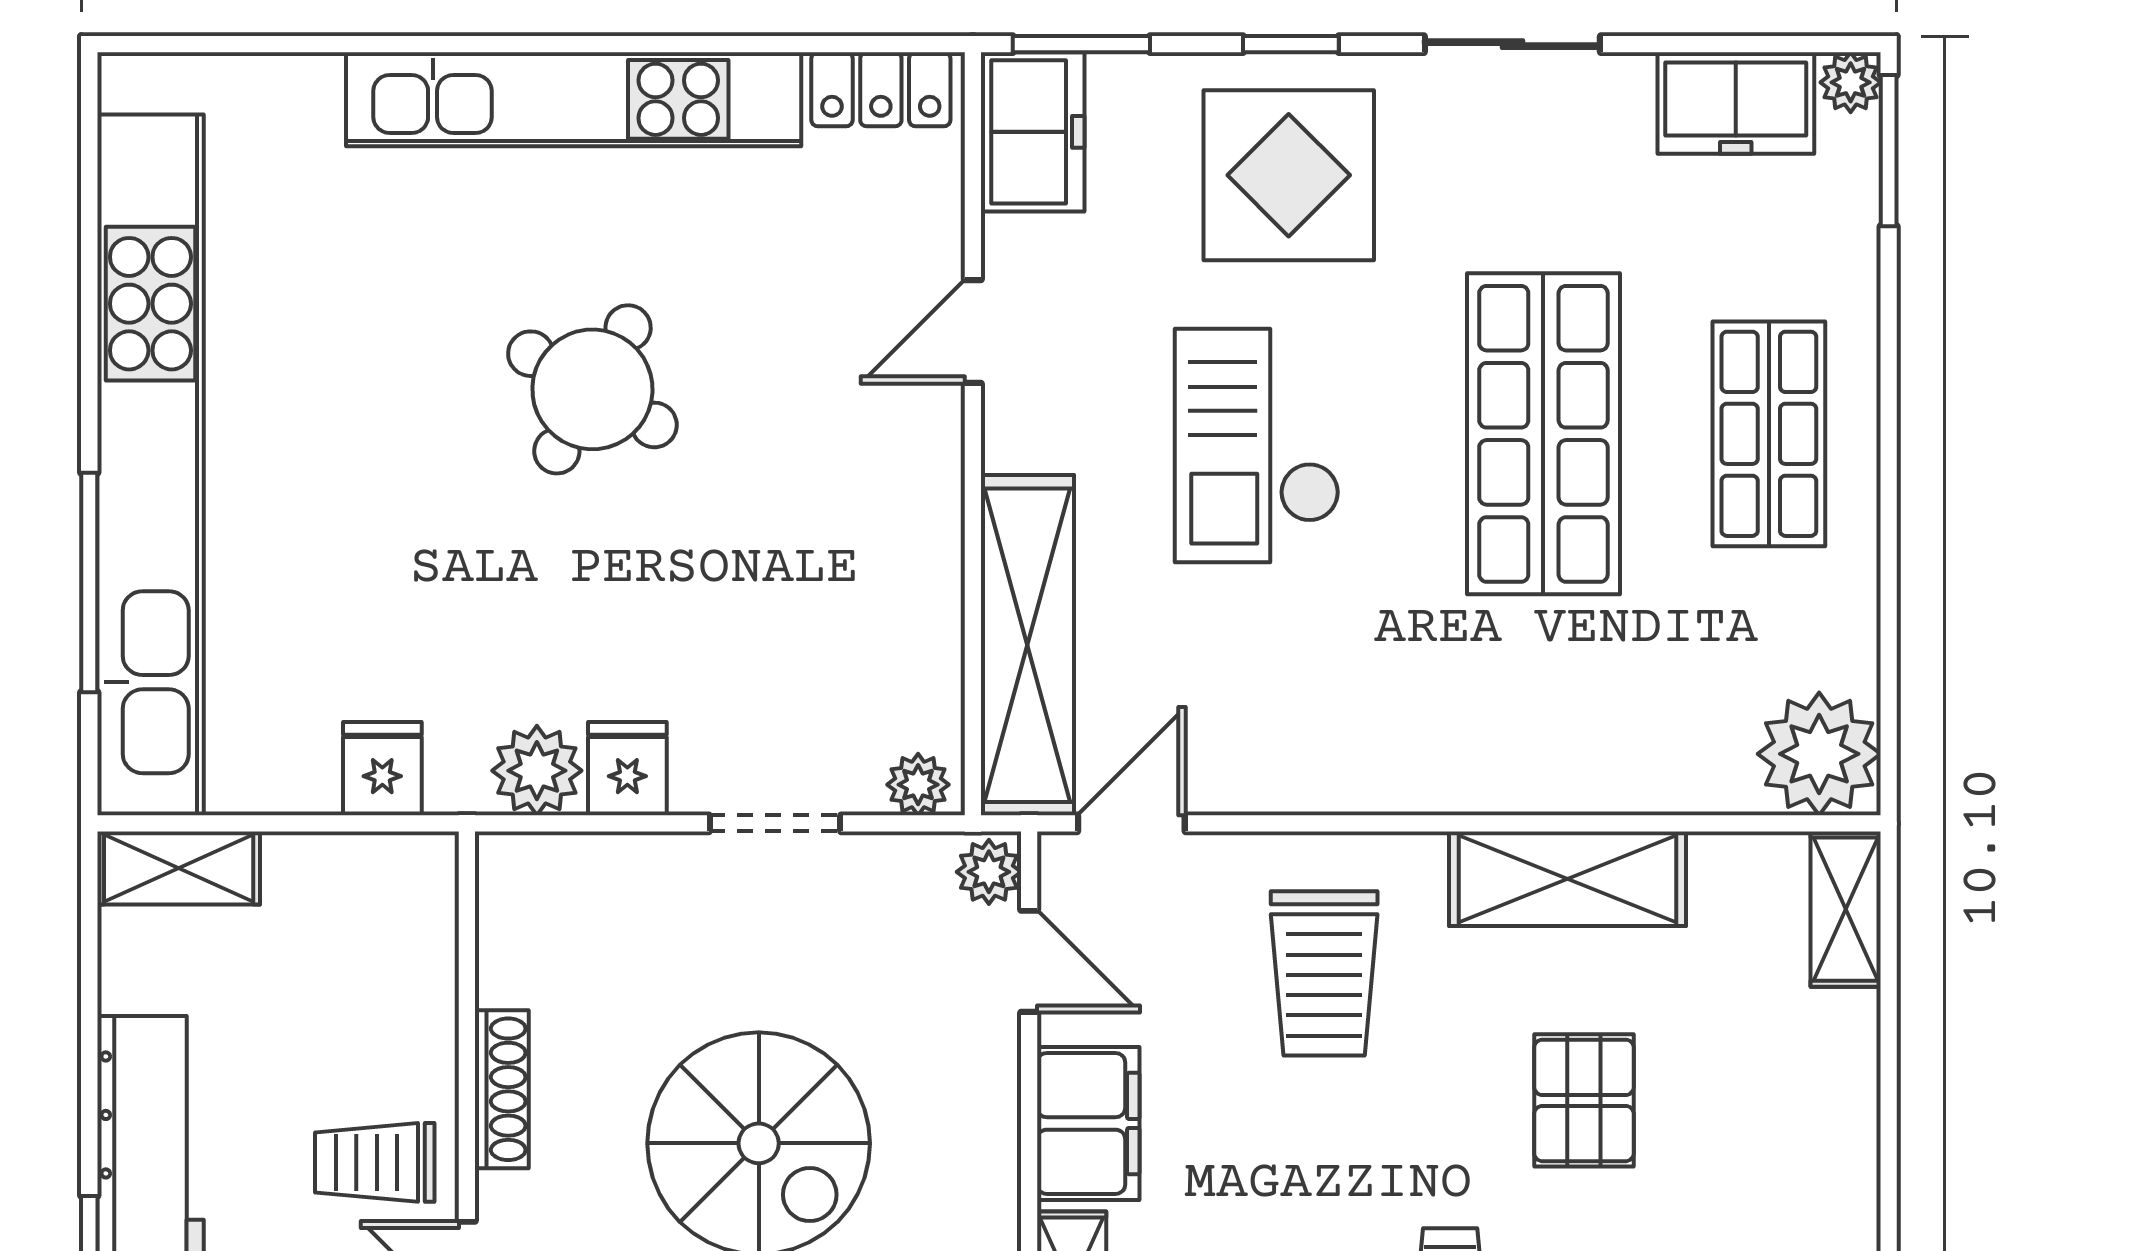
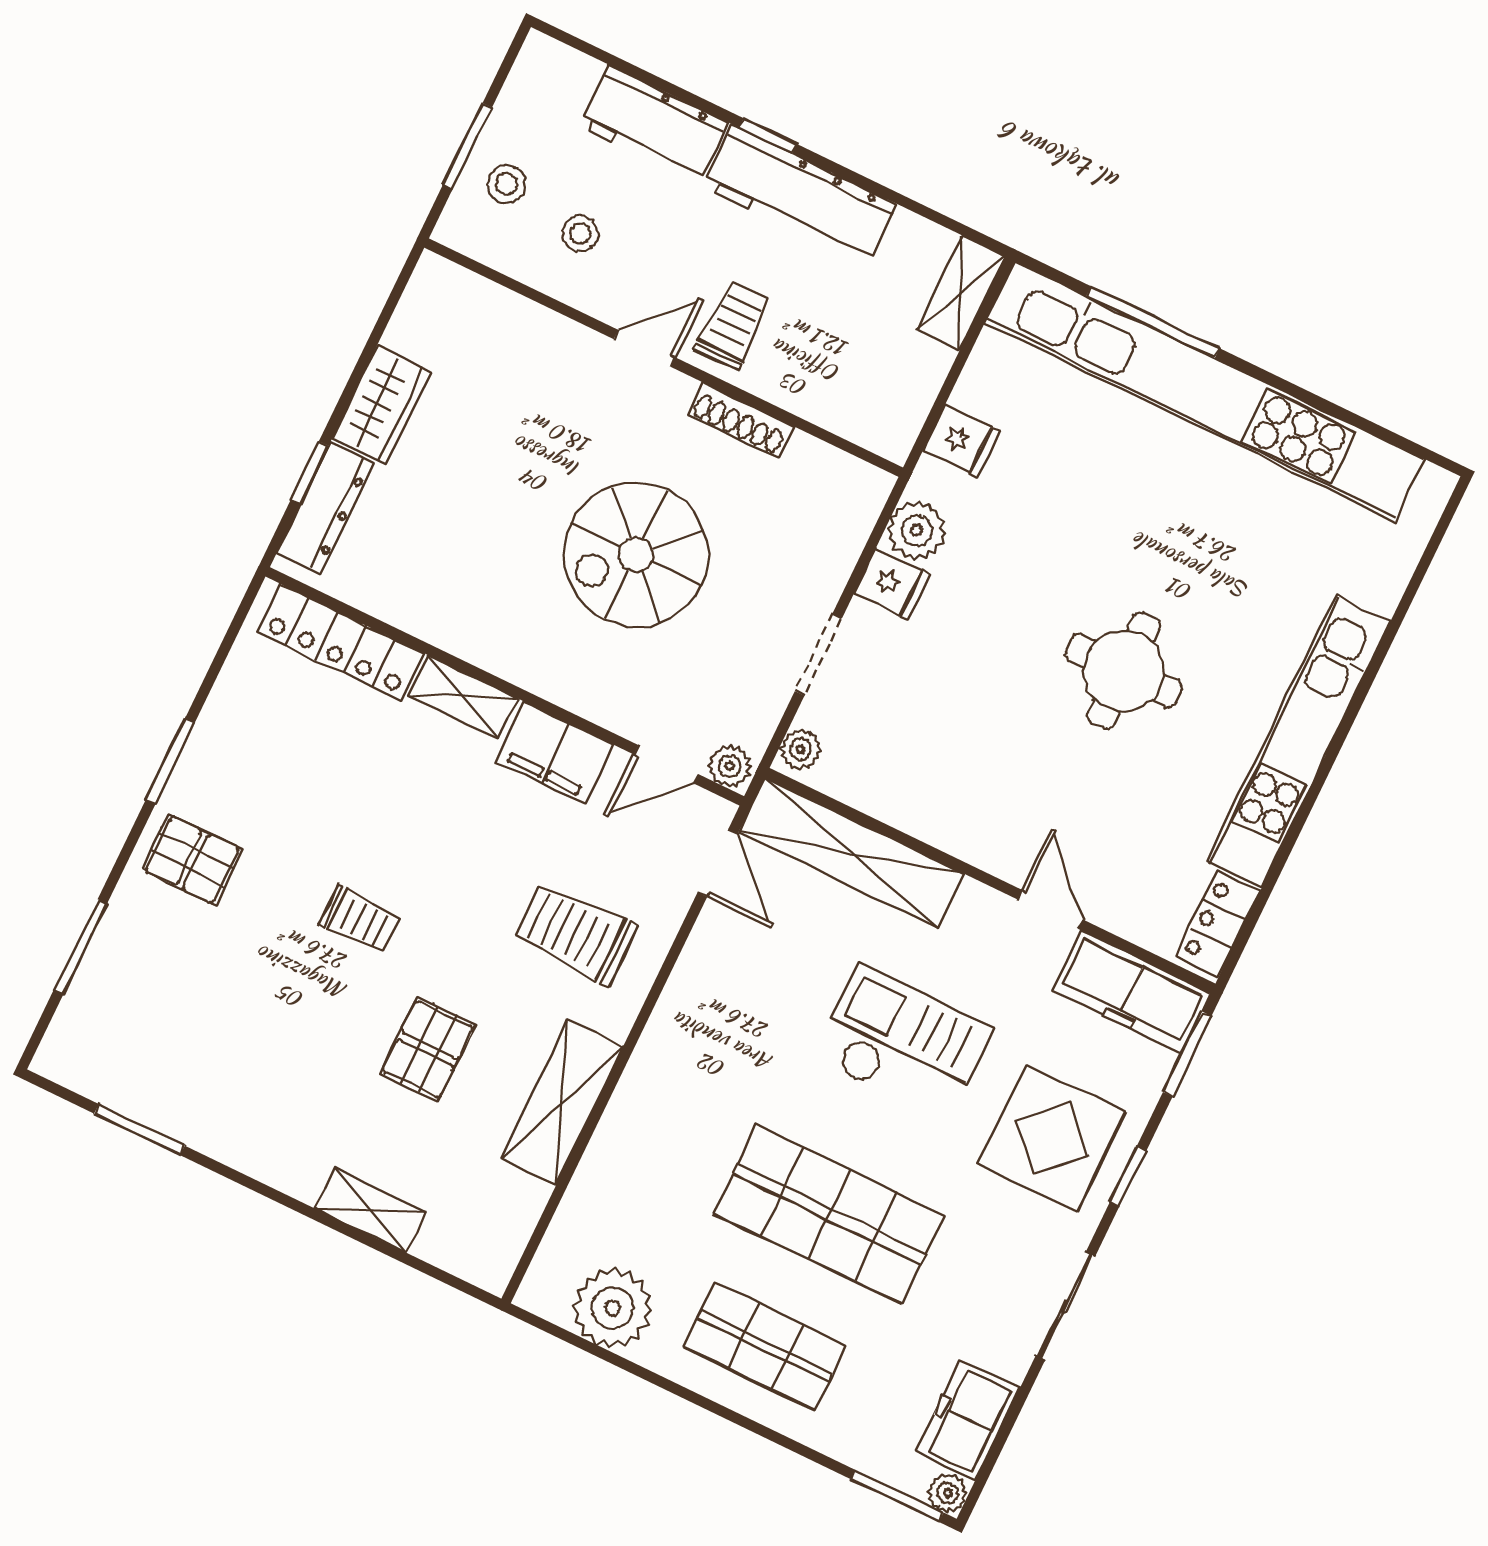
freezer: (1033, 132) -> (1131, 992), width x1.40
round table: (592, 389) -> (1124, 671), turned -30
plant: (1819, 754) -> (612, 1308), moved
shelving: (1846, 909) -> (370, 1210), moved
pallet: (1584, 1100) -> (428, 1049), turned 90

